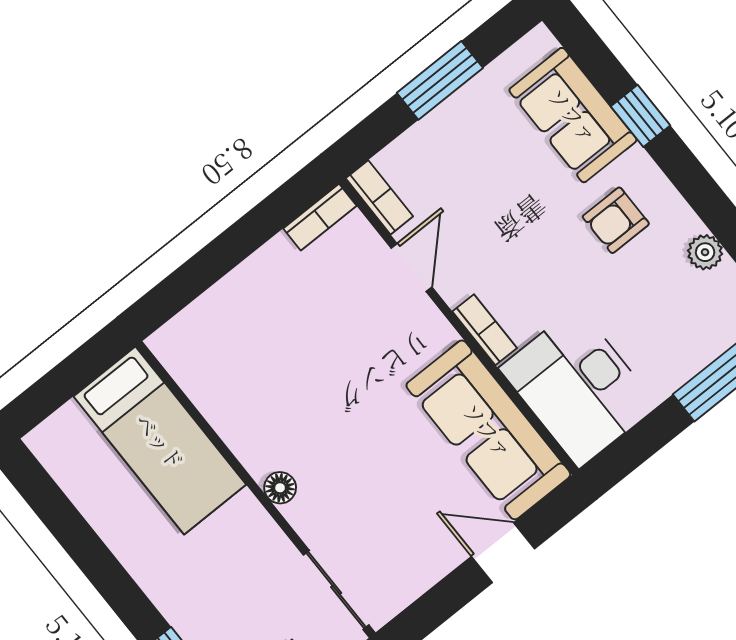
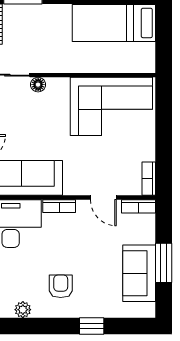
sofa: (573, 115) -> (139, 273), moved, turned -90
corner sofa: (250, 375) -> (111, 106), added
bed: (160, 441) -> (114, 23), moved
floor lamp: (280, 488) -> (38, 85), moved

